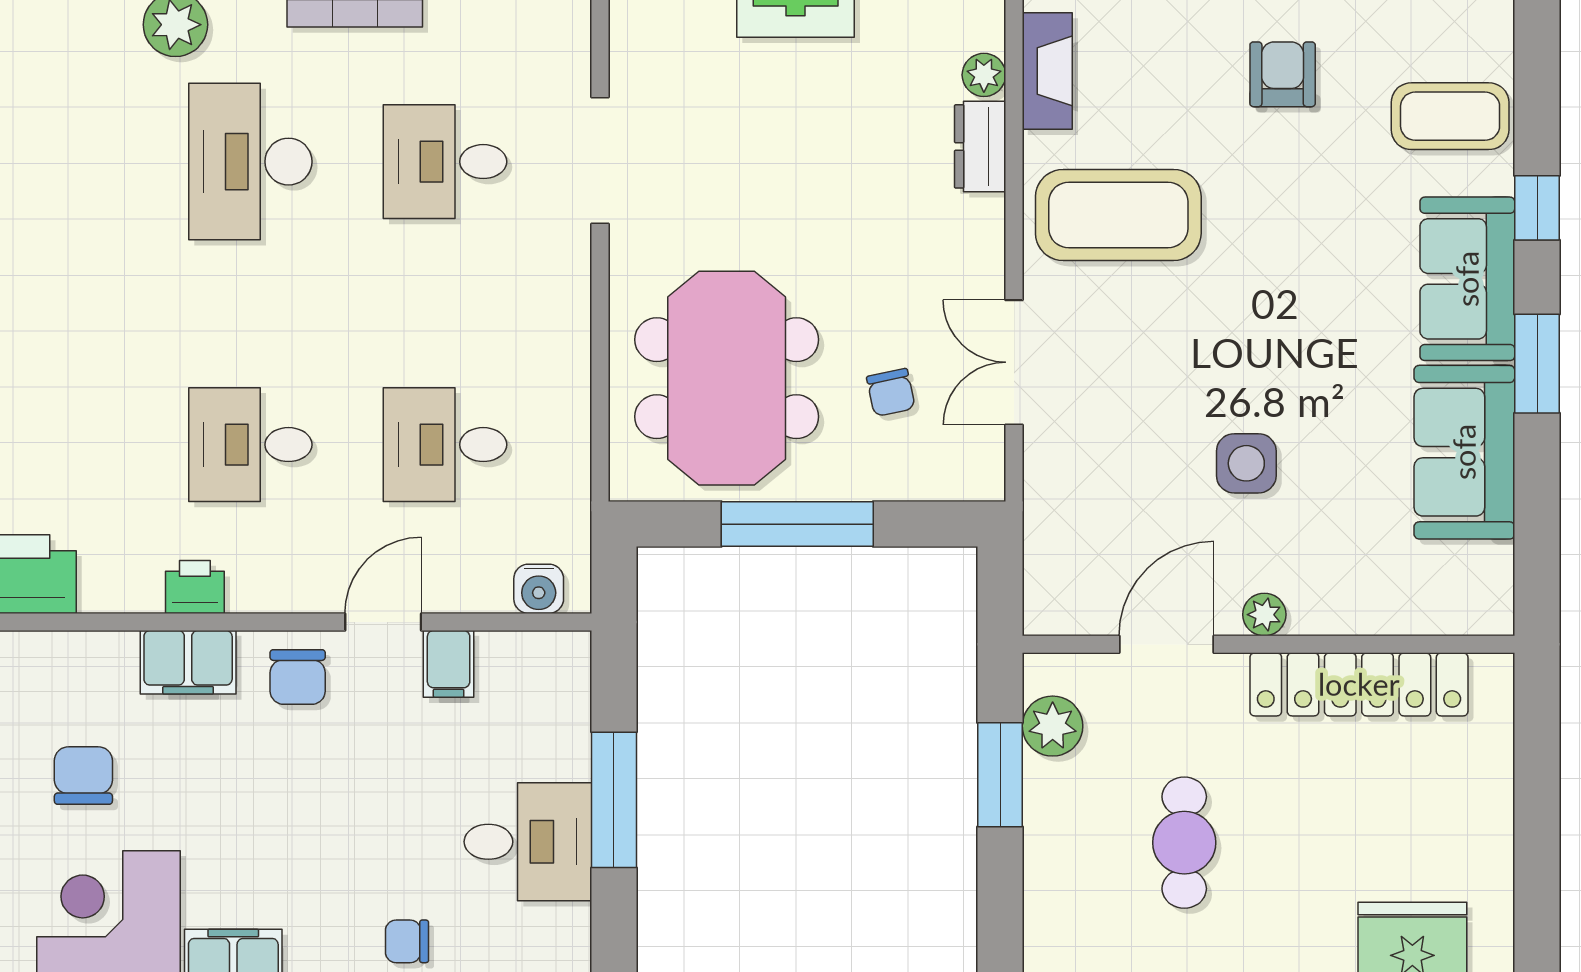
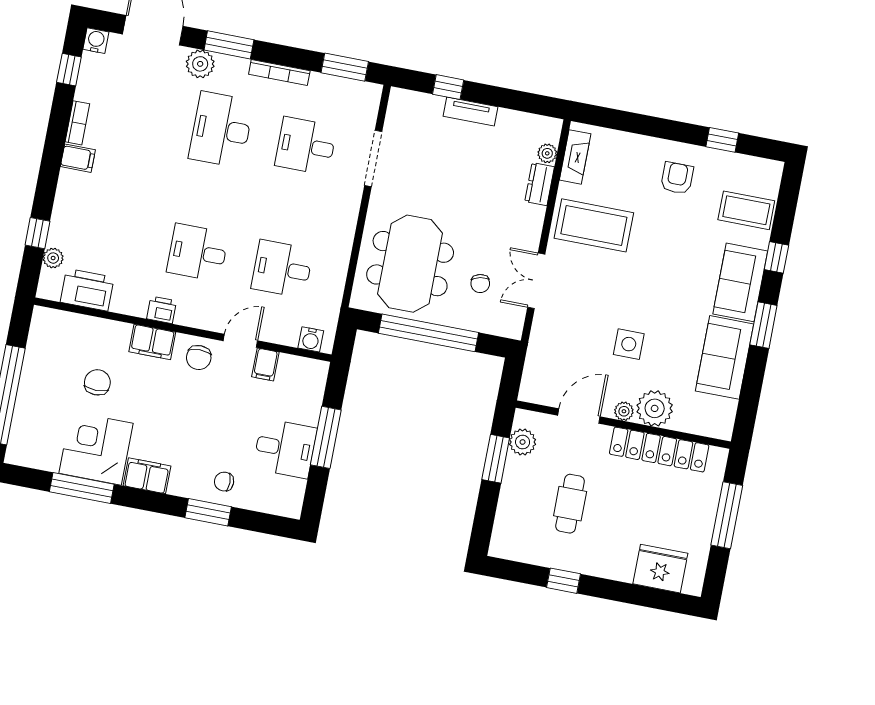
window: (797, 524) -> (429, 333), width x1.46
plant: (1331, 595) -> (655, 408), added
window: (1537, 801) -> (727, 515), added

